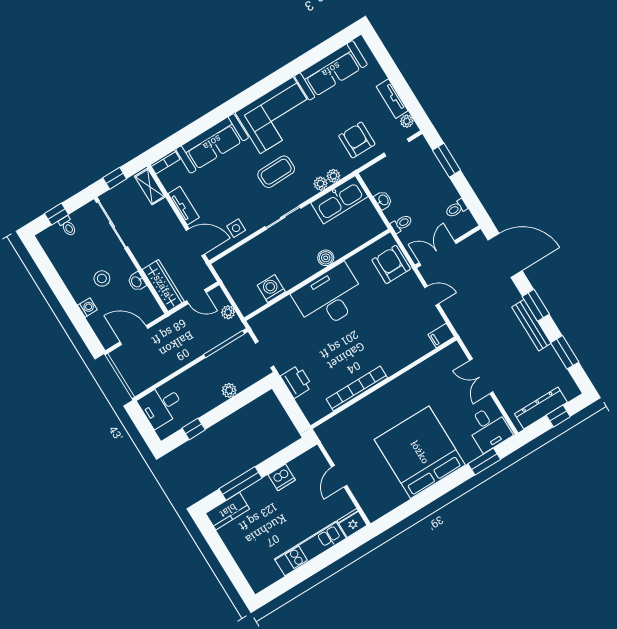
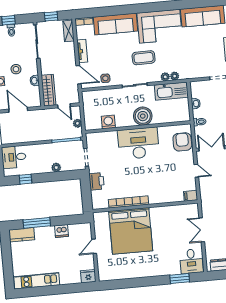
armchair: (357, 140) -> (198, 62), removed
boiler: (326, 258) -> (143, 116), width x1.86, depth x1.86
bed: (420, 452) -> (131, 231), moved, turned 180
kitchen unit: (310, 549) -> (37, 281), moved

